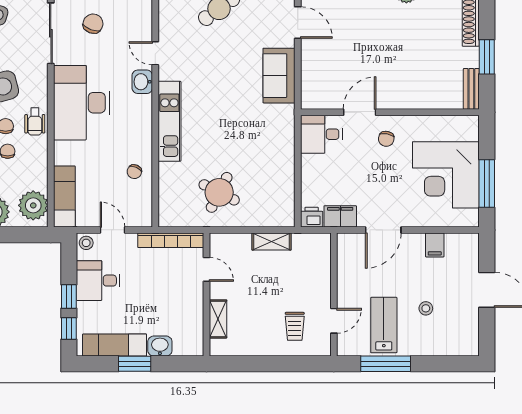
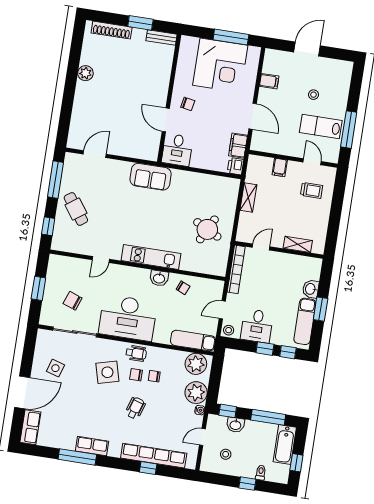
sofa: (279, 76) -> (151, 177), moved
washbasin: (142, 82) -> (159, 278), moved
filing cabinet: (319, 278) -> (280, 167), added

